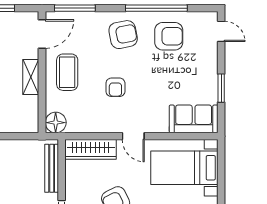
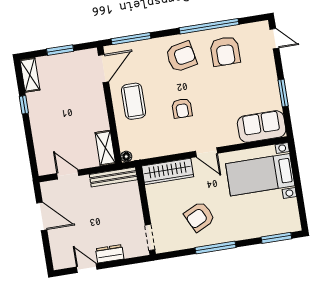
armchair: (169, 36) -> (225, 51), turned 90
shelving: (31, 77) -> (105, 148), moved
floor lamp: (56, 123) -> (126, 157), width x0.53, depth x0.53
bench: (52, 168) -> (113, 177), moved, turned 90

